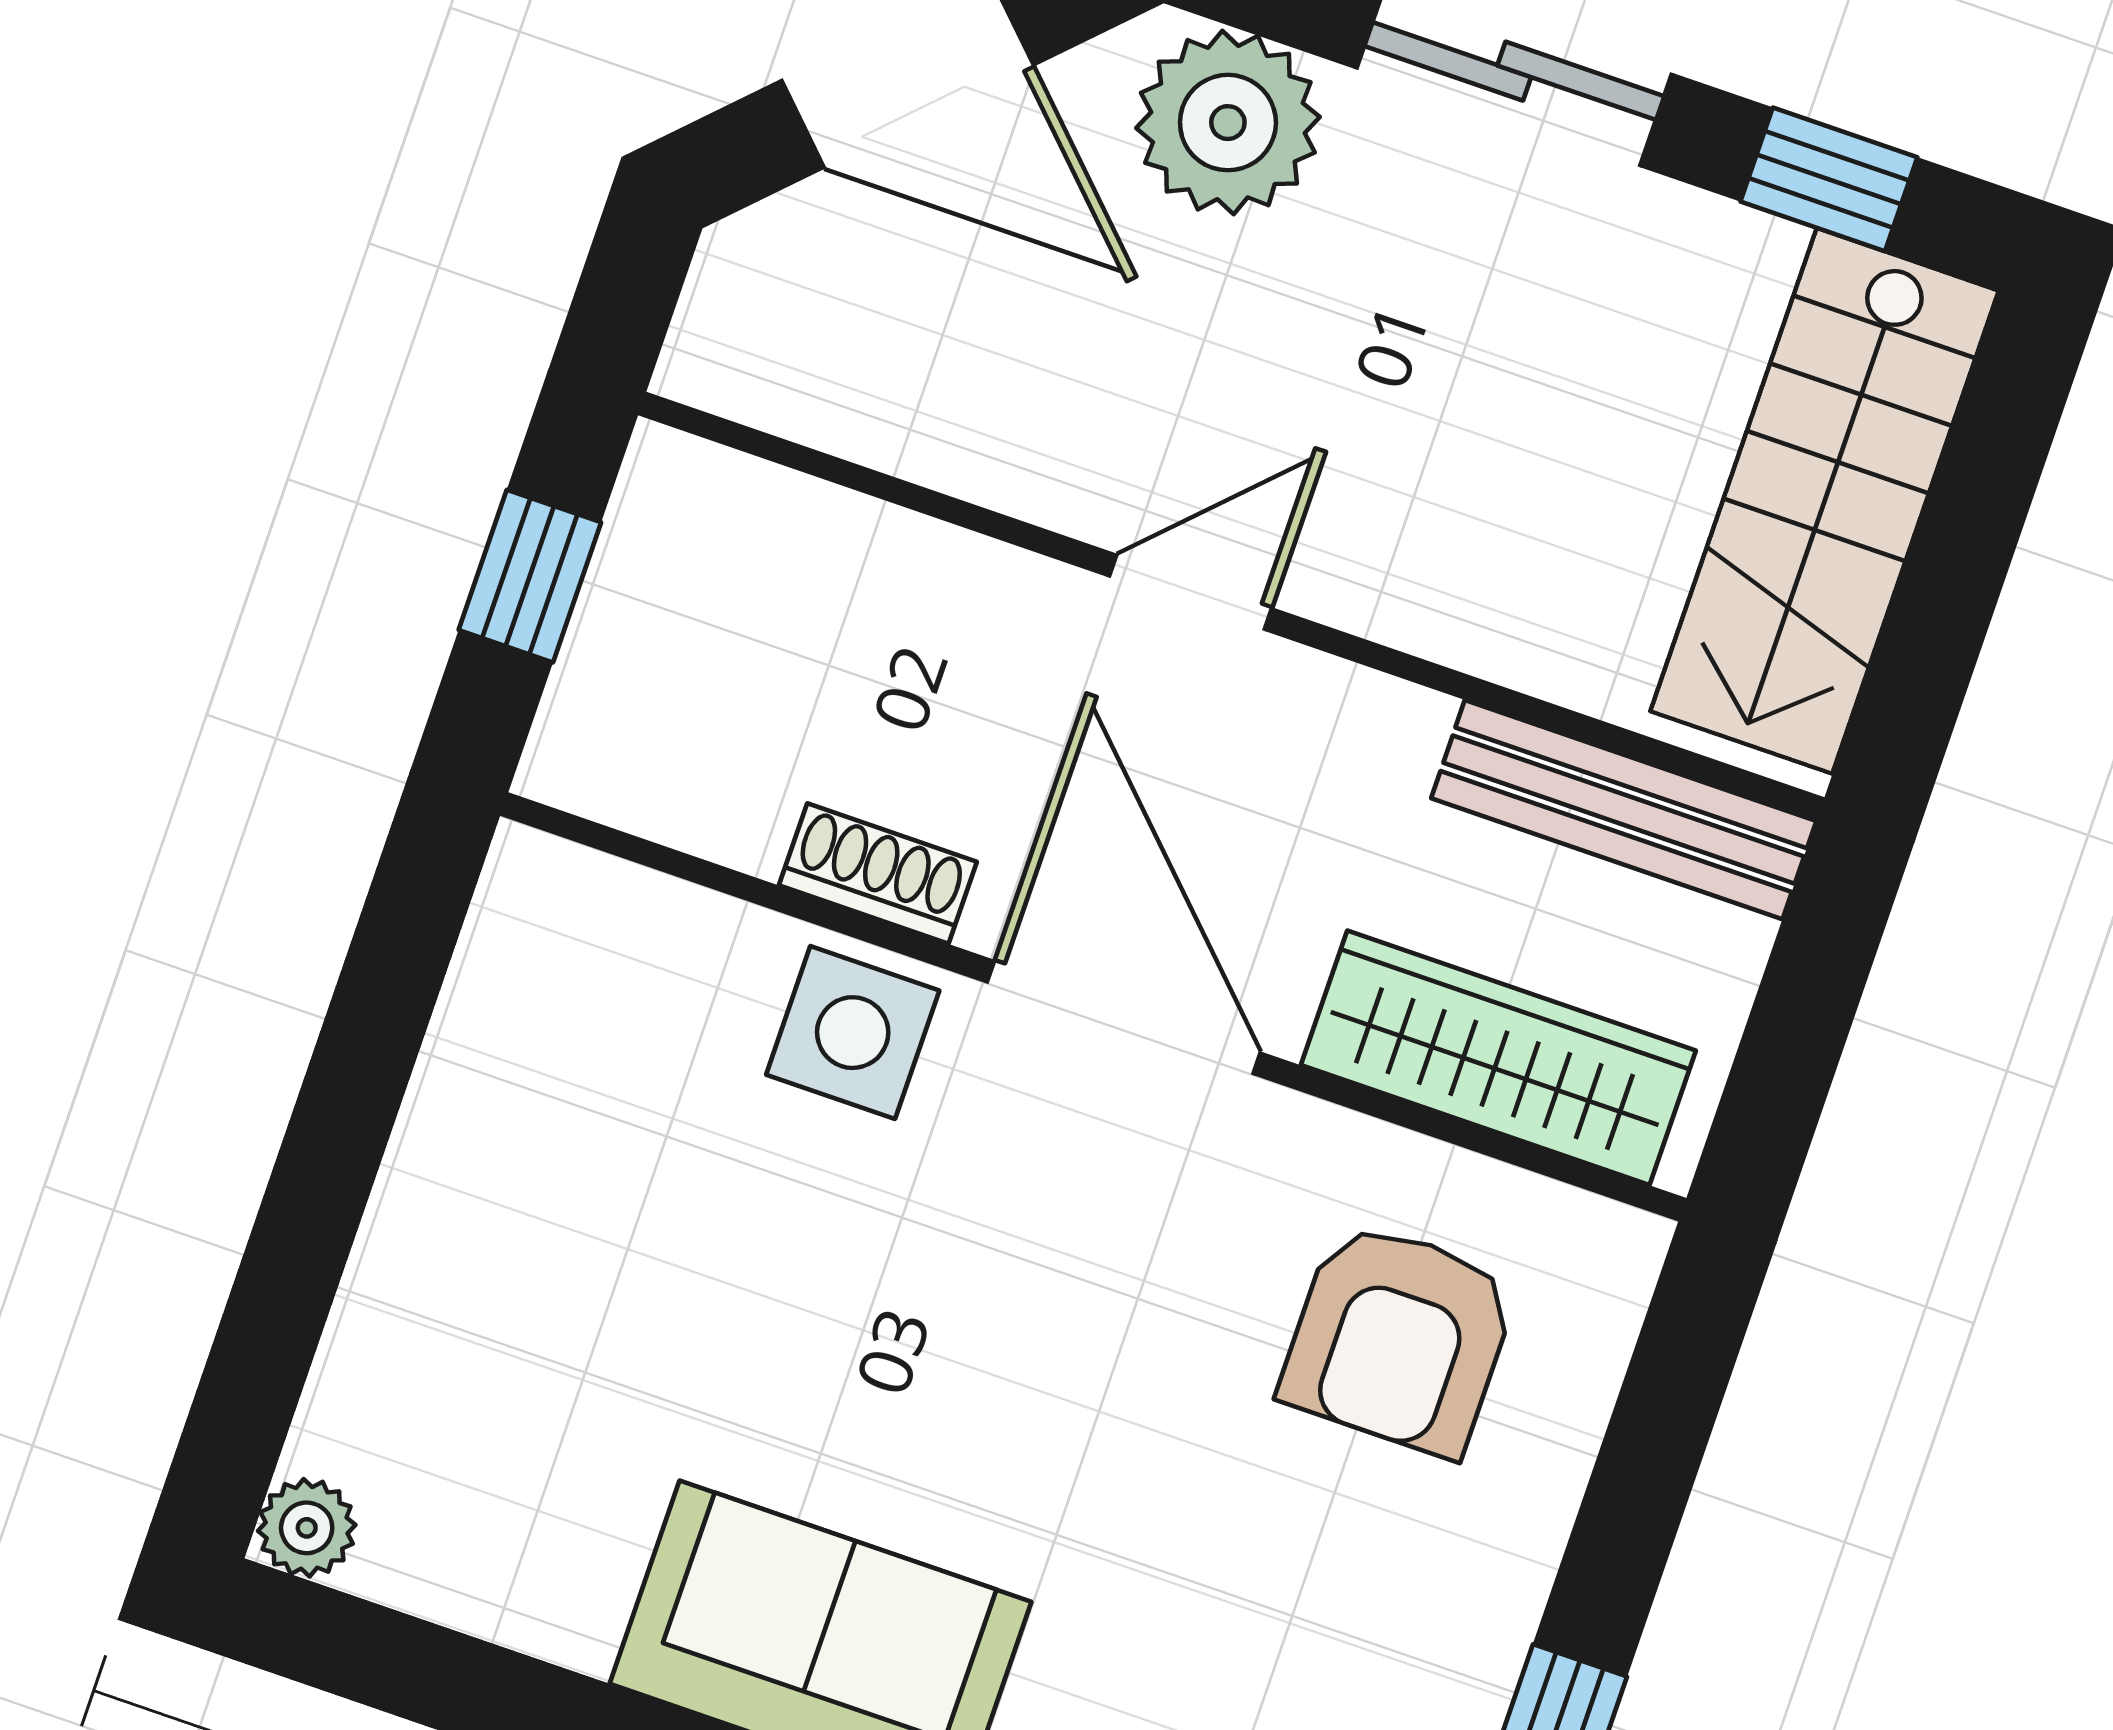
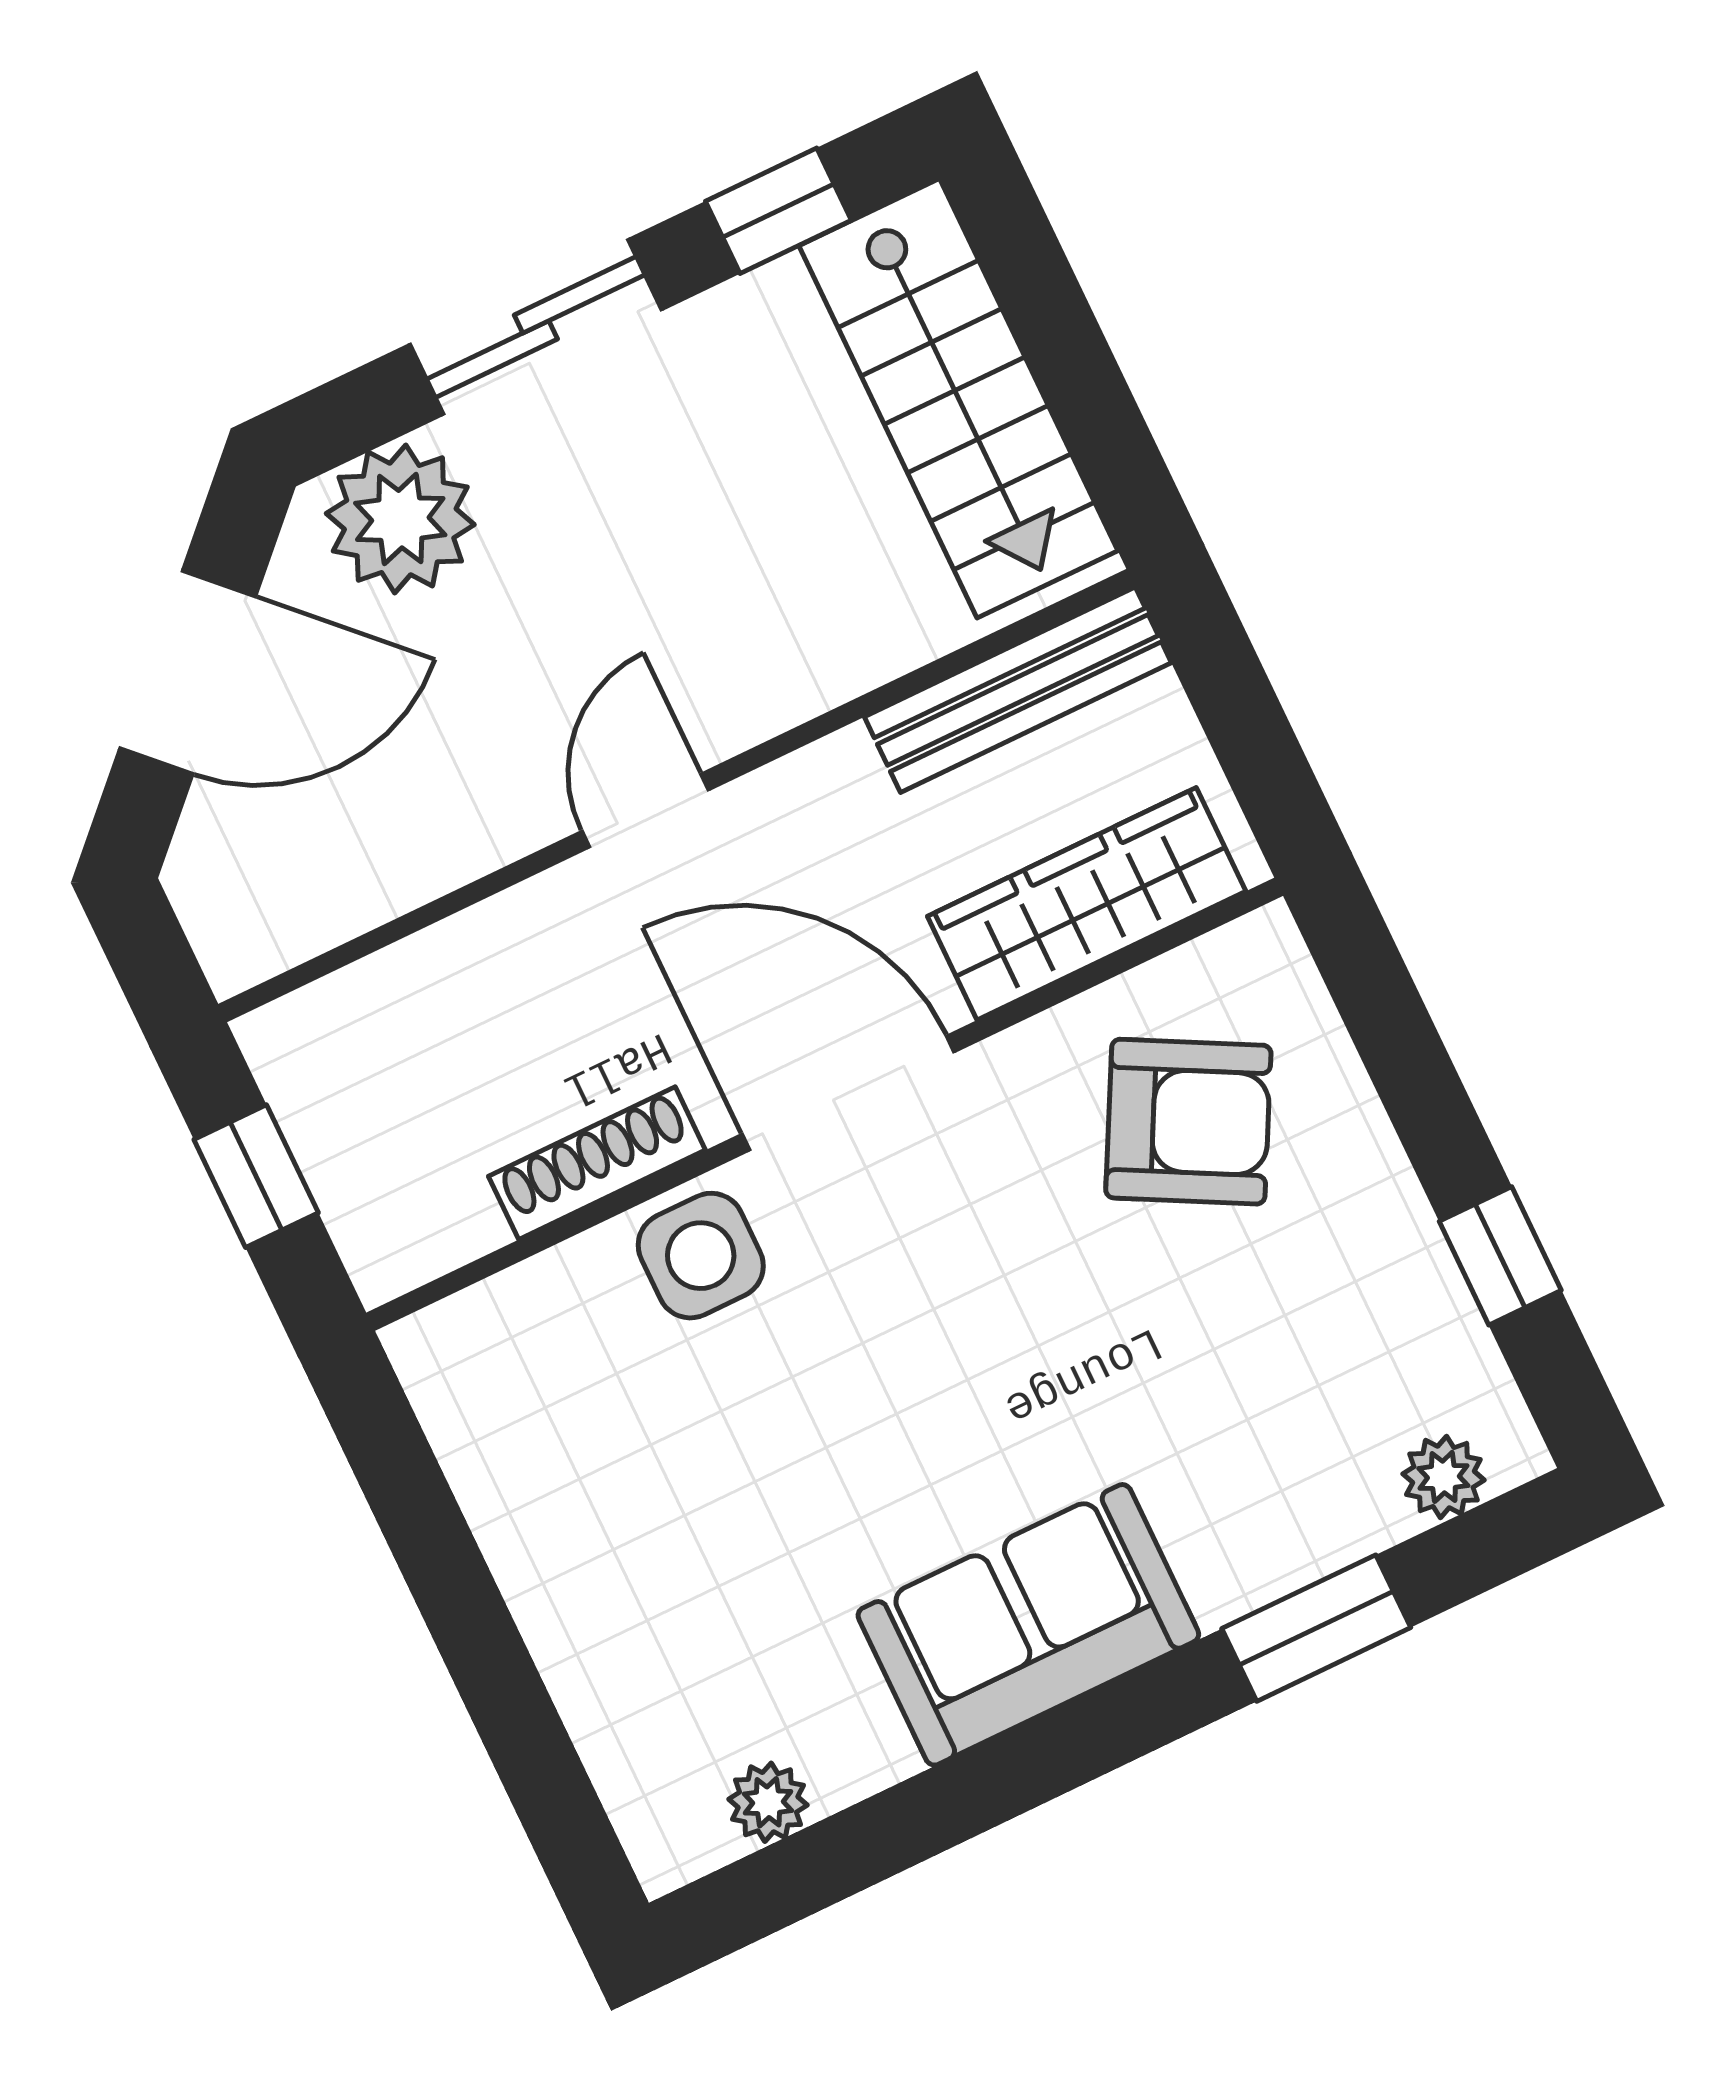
shoe rack: (878, 874) -> (597, 1163), width x1.43
armchair: (1399, 1338) -> (1188, 1122), turned -62
plant: (307, 1528) -> (768, 1802), moved

